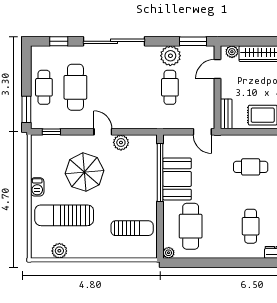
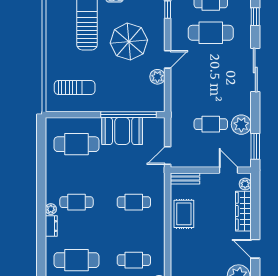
sliding door: (114, 41) -> (255, 70), width x0.73
cafe table: (251, 167) -> (134, 202), turned 90
sun lounger: (132, 228) -> (75, 88), turned -90
plant: (59, 251) -> (53, 17), removed
plant: (169, 253) -> (51, 209), moved

